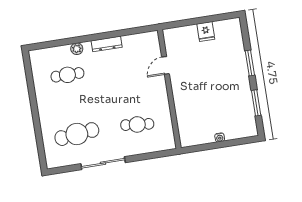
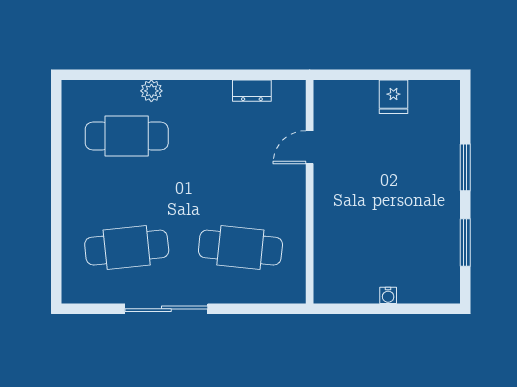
dresser: (107, 44) -> (252, 91), moved, width x0.70
cafe table: (67, 75) -> (127, 136), width x1.37, depth x1.35
cafe table: (137, 124) -> (240, 248), width x1.37, depth x1.35

